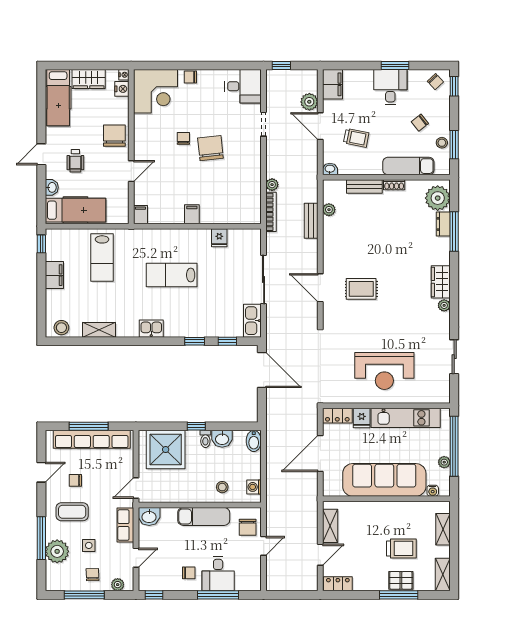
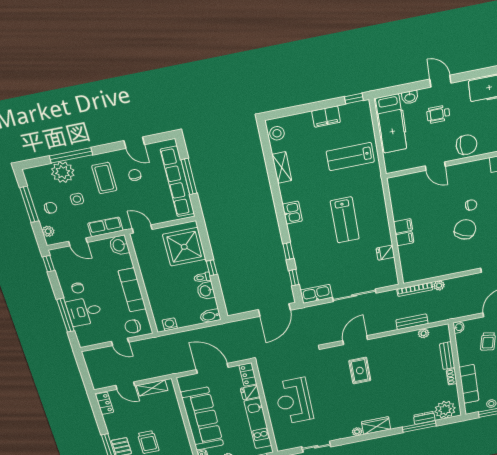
chair: (210, 148) -> (465, 229), turned -59
filing cabinet: (140, 215) -> (405, 239), moved
lab bench: (172, 275) -> (345, 220), turned 180
stool: (222, 487) -> (163, 299), removed

